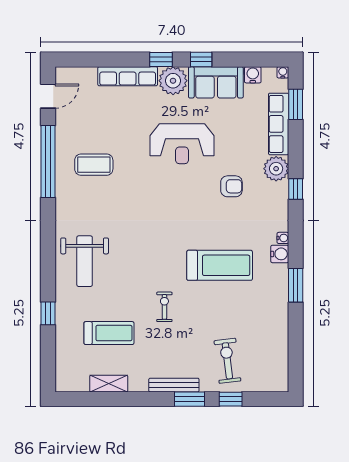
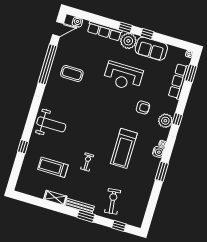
water cooler: (253, 75) -> (77, 22), moved
plant: (276, 169) -> (165, 121), moved
weight bench: (85, 261) -> (51, 124), turned -90
treadmill: (220, 265) -> (124, 148), turned 90
treadmill: (109, 333) -> (53, 167), turned 180
shelving: (109, 384) -> (55, 198), moved
window: (231, 399) -> (119, 226), moved

